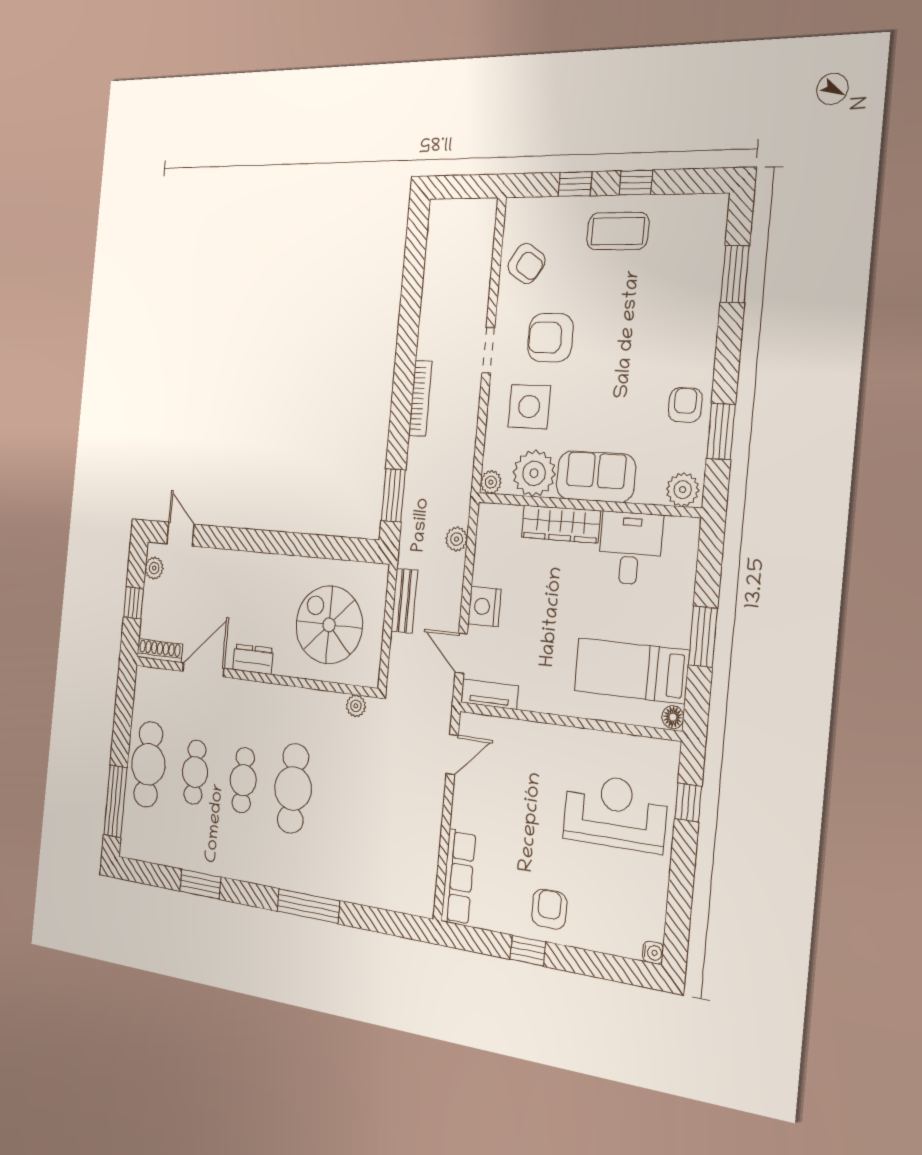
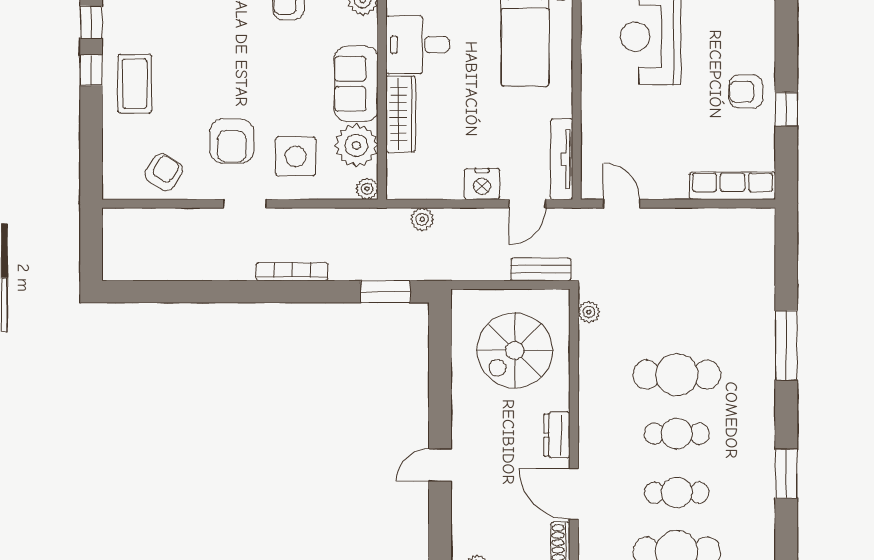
window: (575, 184) -> (91, 22), moved
door: (181, 534) -> (440, 465), moved
bench: (404, 601) -> (541, 269), moved
tv unit: (489, 694) -> (562, 159), width x1.41

